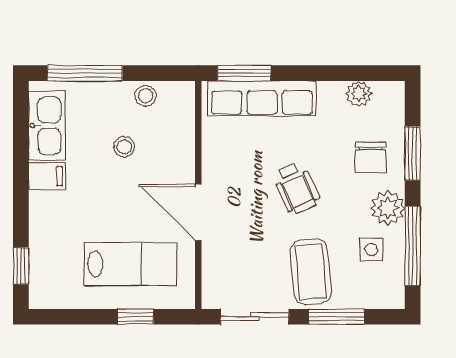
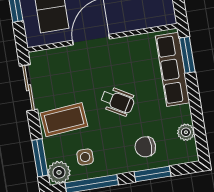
wheelchair: (296, 188) -> (117, 101), turned -126
plant: (388, 208) -> (59, 172), moved
window: (337, 317) -> (40, 158), moved

